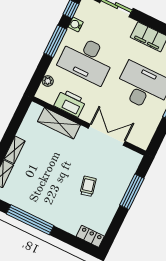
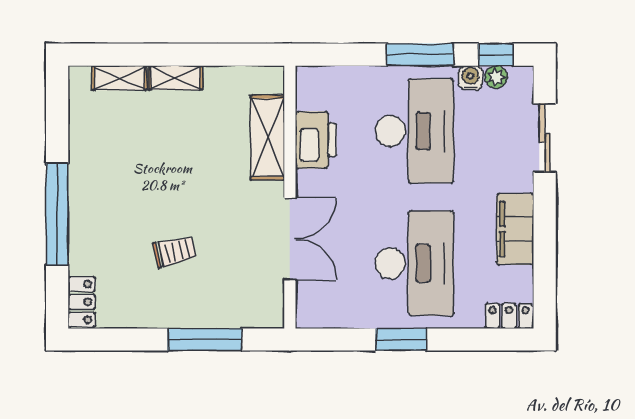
desk: (87, 59) -> (415, 131), turned 180
plant: (48, 81) -> (496, 77), moved
window: (30, 220) -> (57, 214), moved

